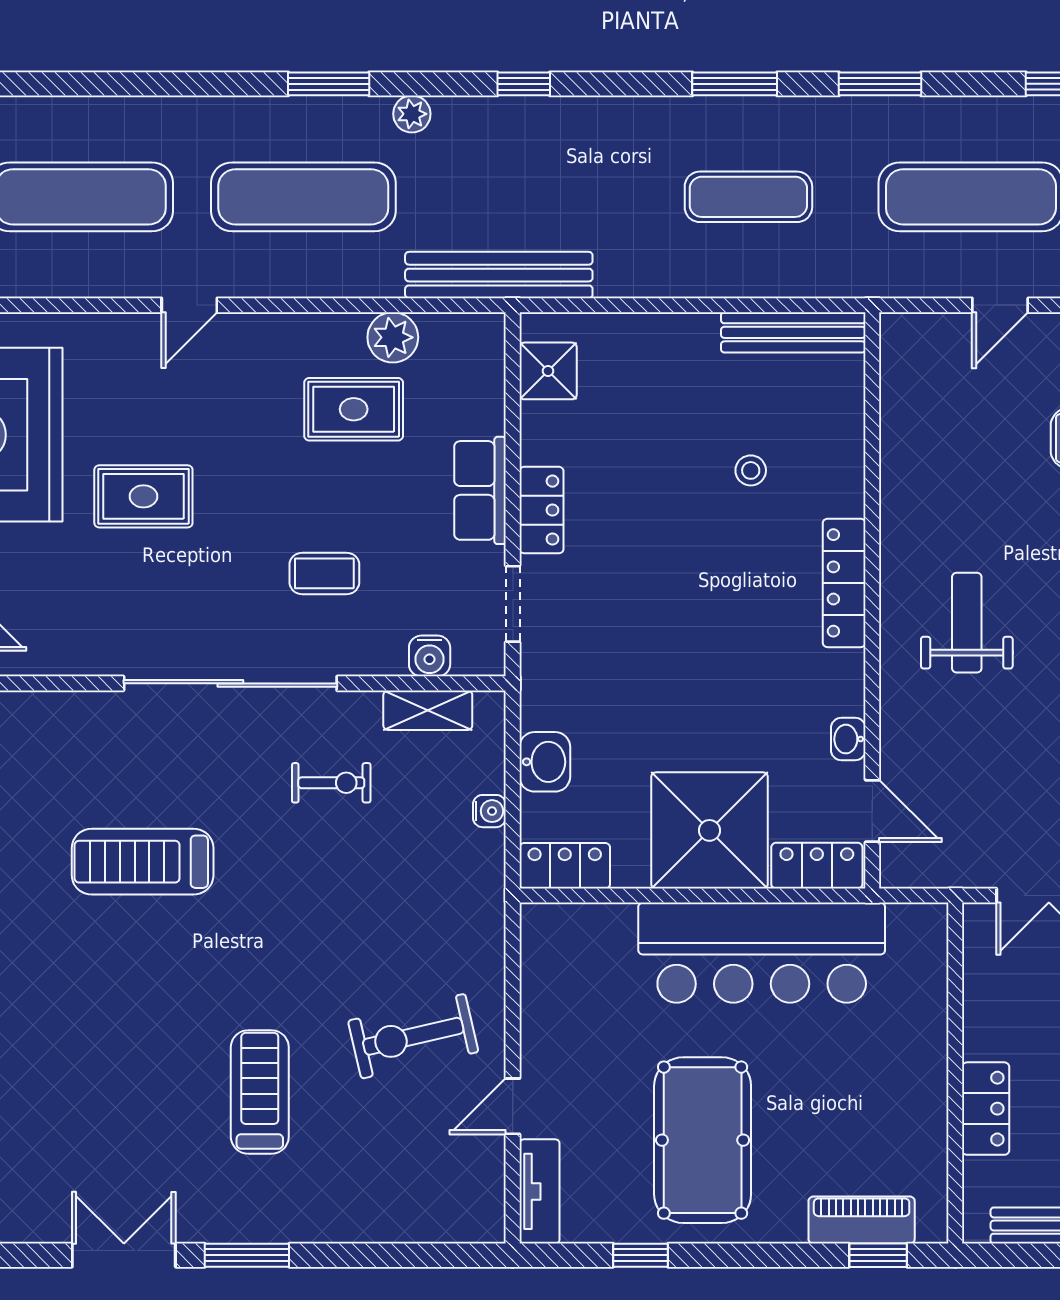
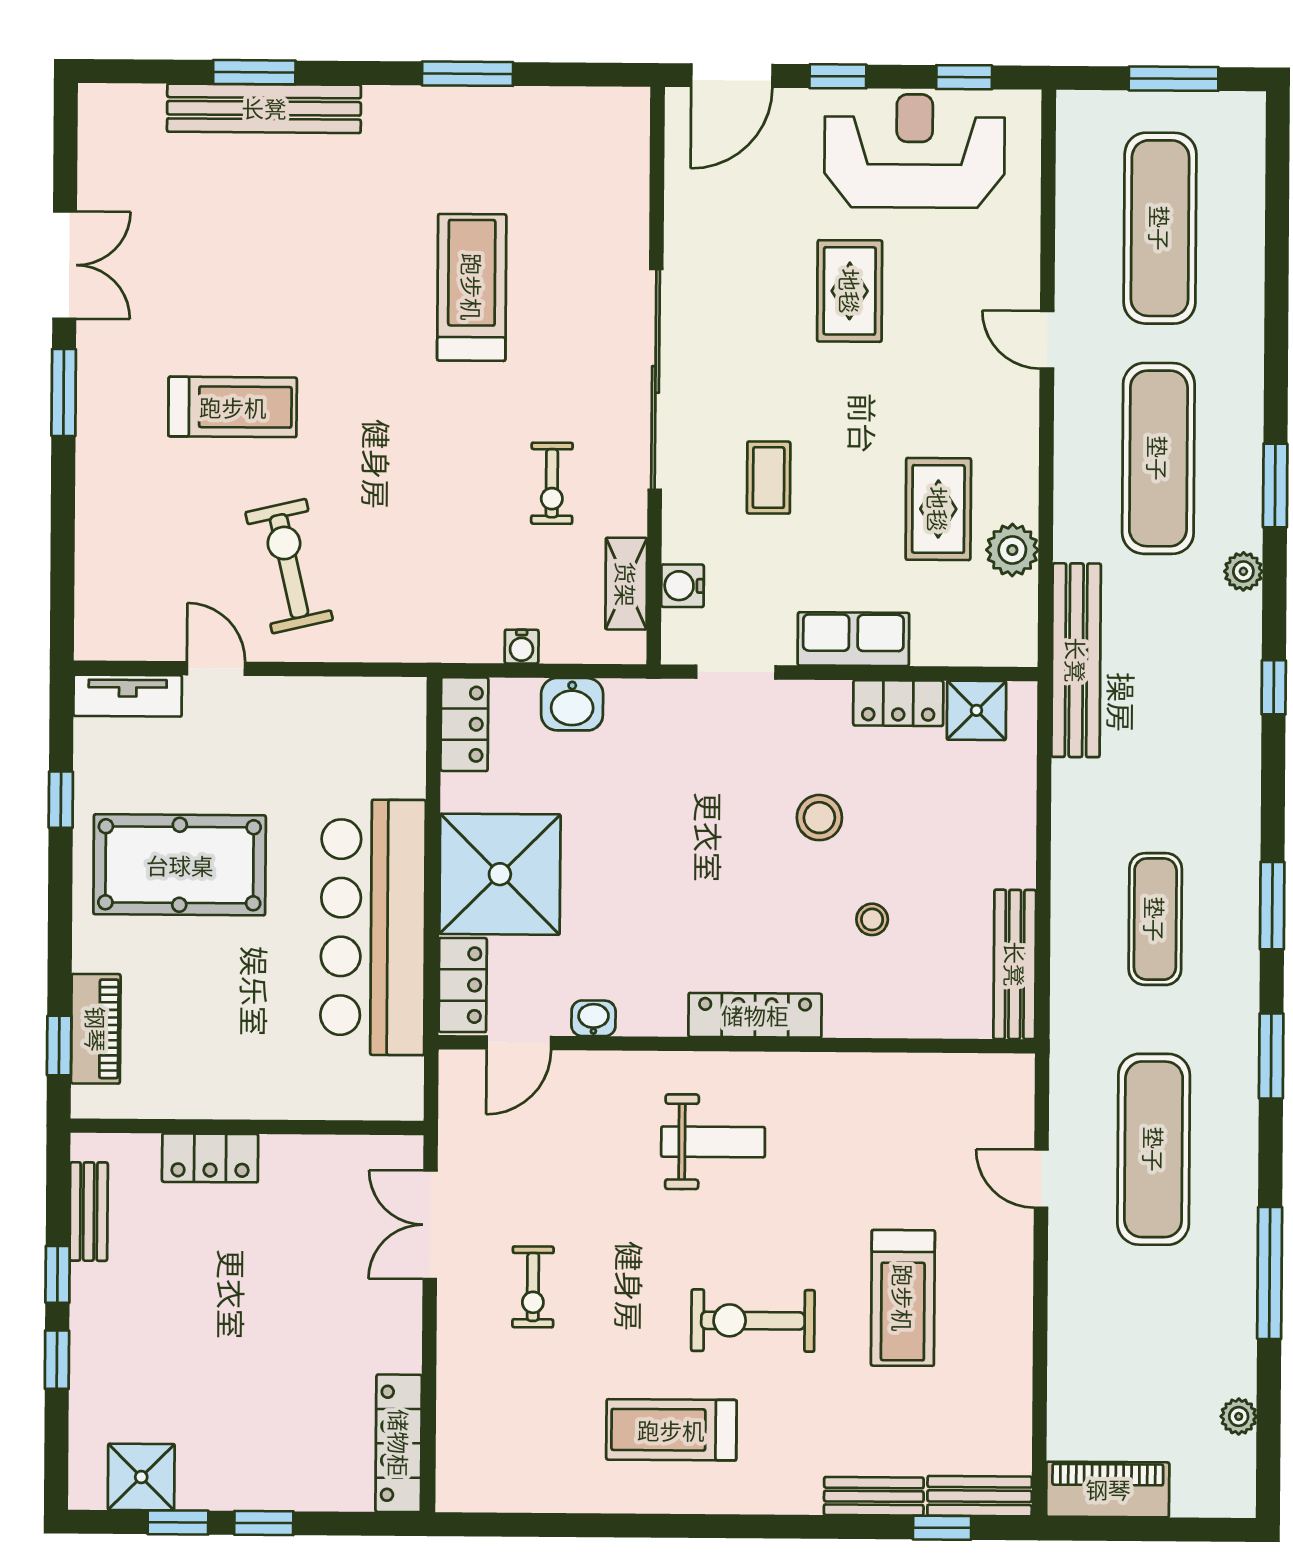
locker: (541, 510) -> (898, 703), moved
stool: (653, 522) -> (819, 818), added

